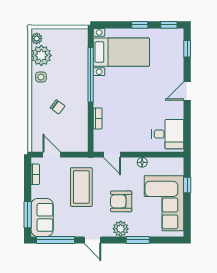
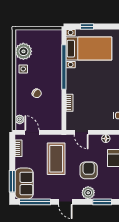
window: (140, 25) -> (87, 26), moved
plant: (37, 39) -> (20, 119), moved
armchair: (121, 201) -> (89, 170), turned 90

